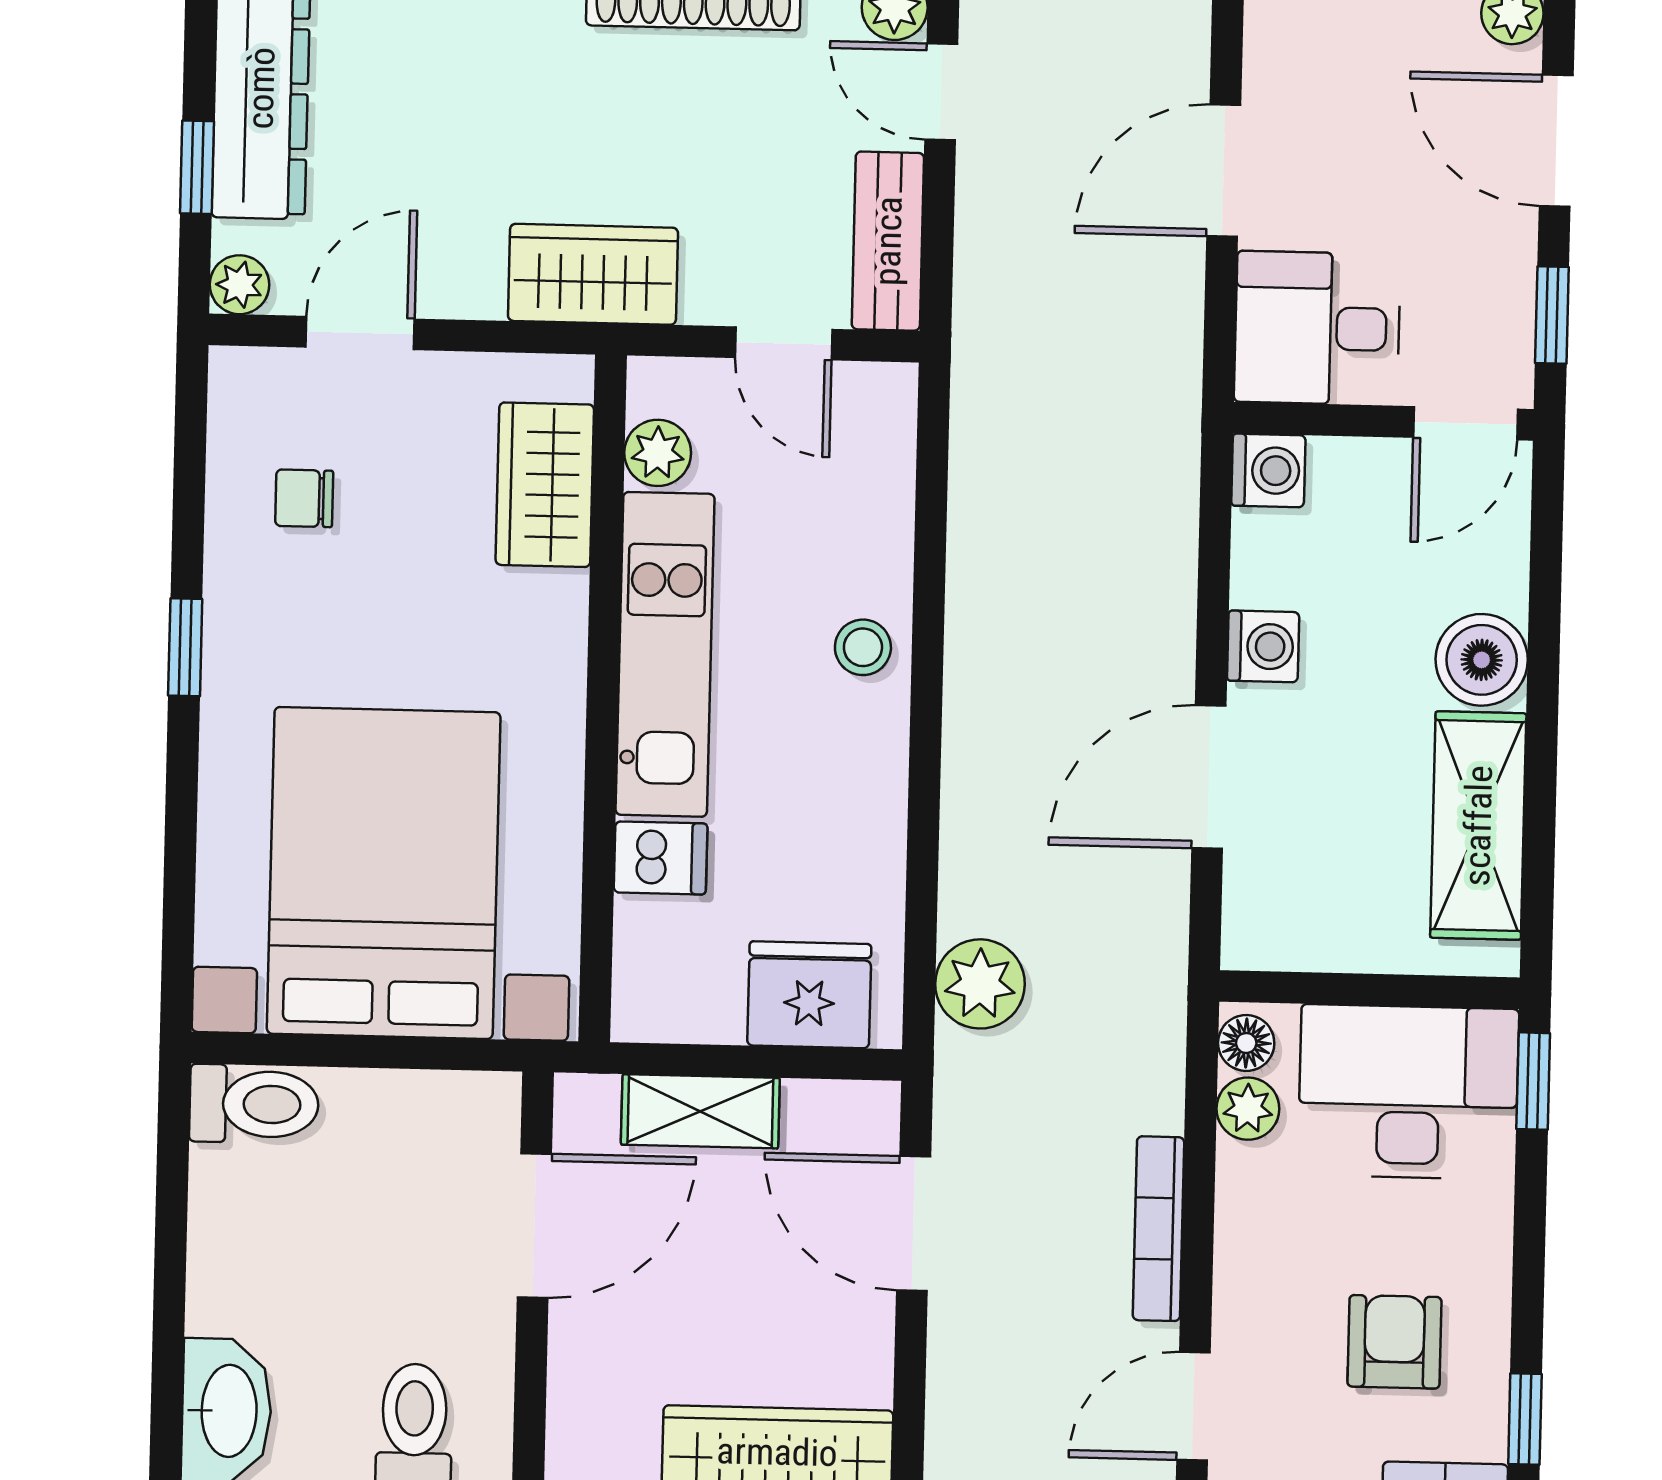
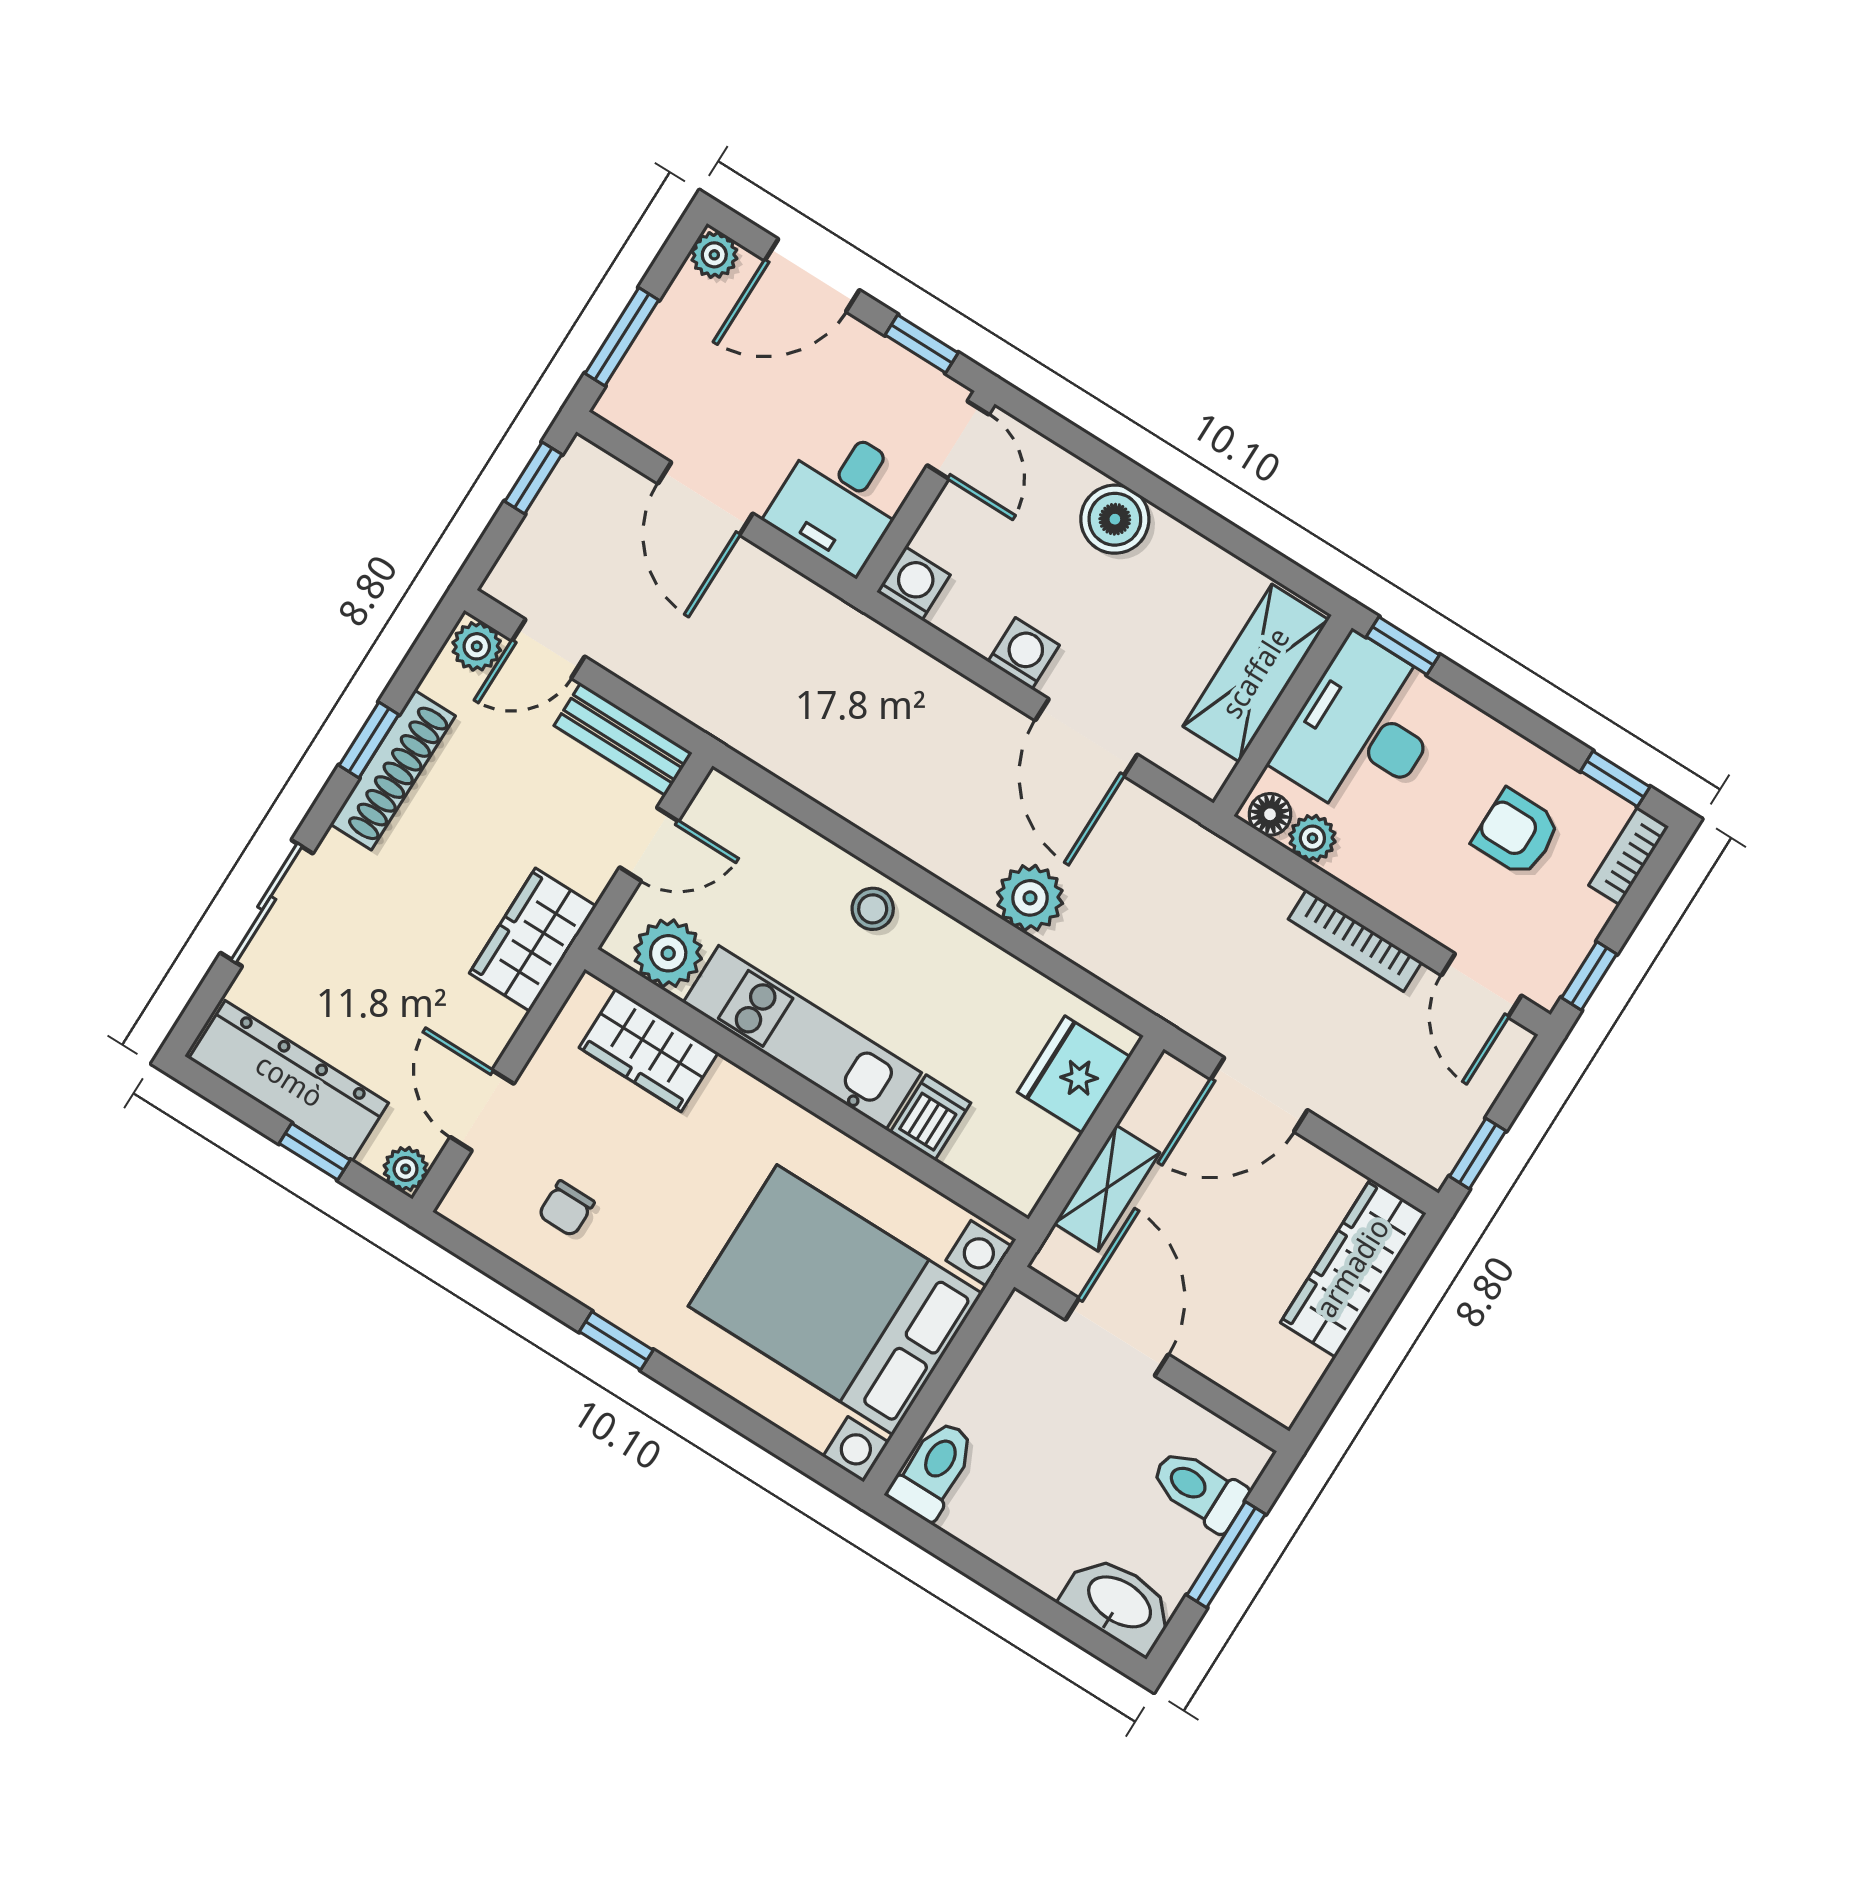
plant: (658, 453) -> (668, 953), width x1.38, depth x1.38
shelving: (1478, 826) -> (1256, 673), moved, turned 90
plant: (980, 984) -> (1030, 898), moved

